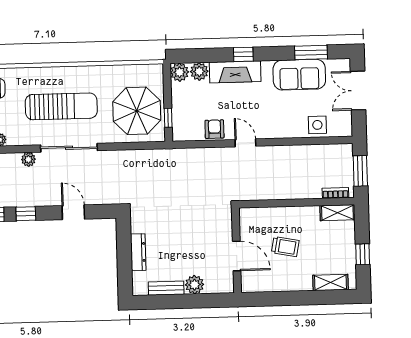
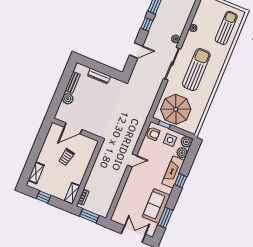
sun lounger: (61, 106) -> (196, 70), turned 180
side table: (317, 125) -> (170, 140), moved
armchair: (214, 129) -> (153, 134), moved

